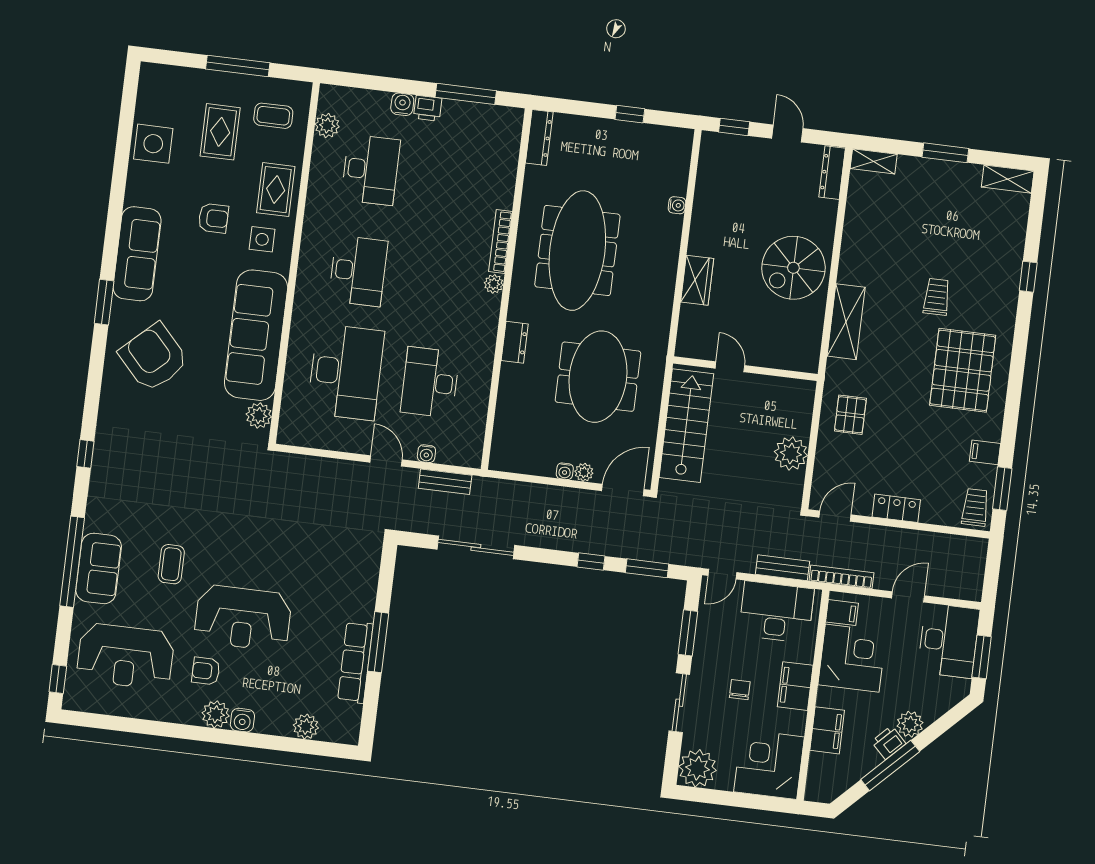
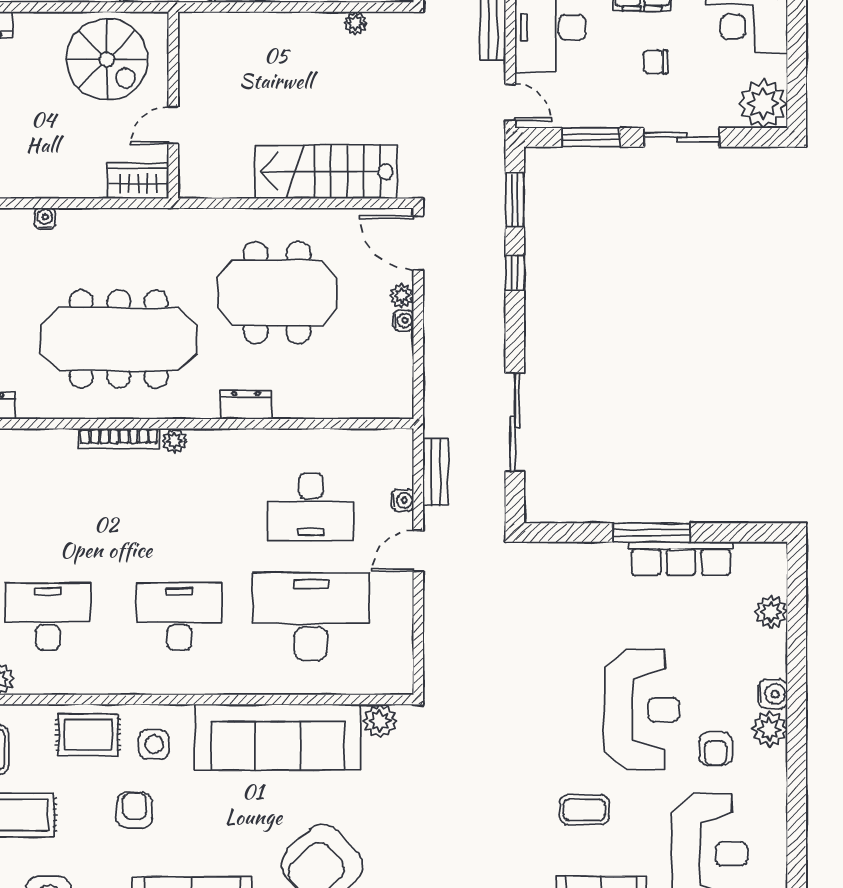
door: (730, 367) -> (173, 125), moved
wall: (745, 369) -> (173, 105), moved
plant: (791, 454) -> (355, 23), width x0.53, depth x0.53

